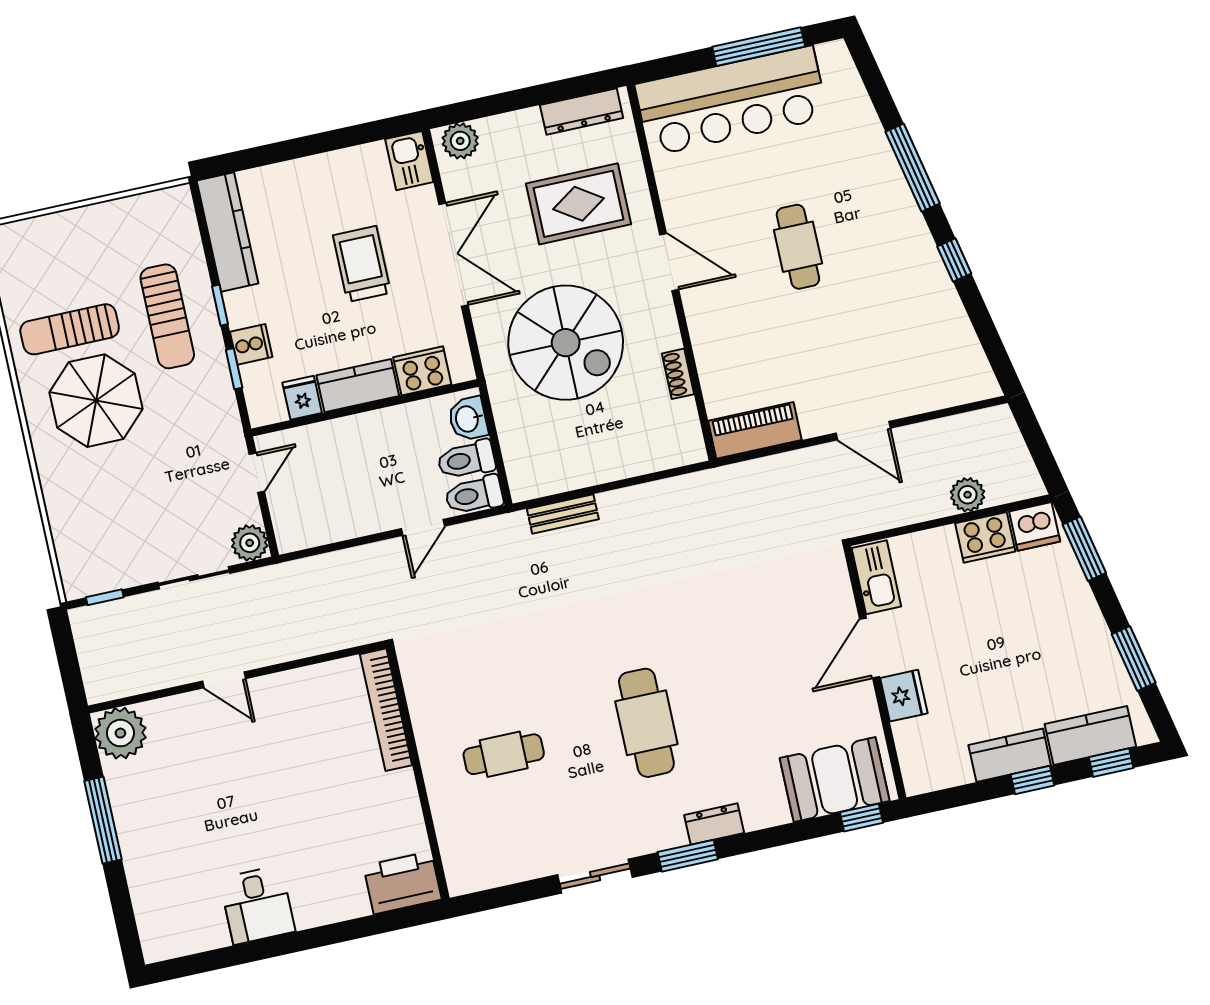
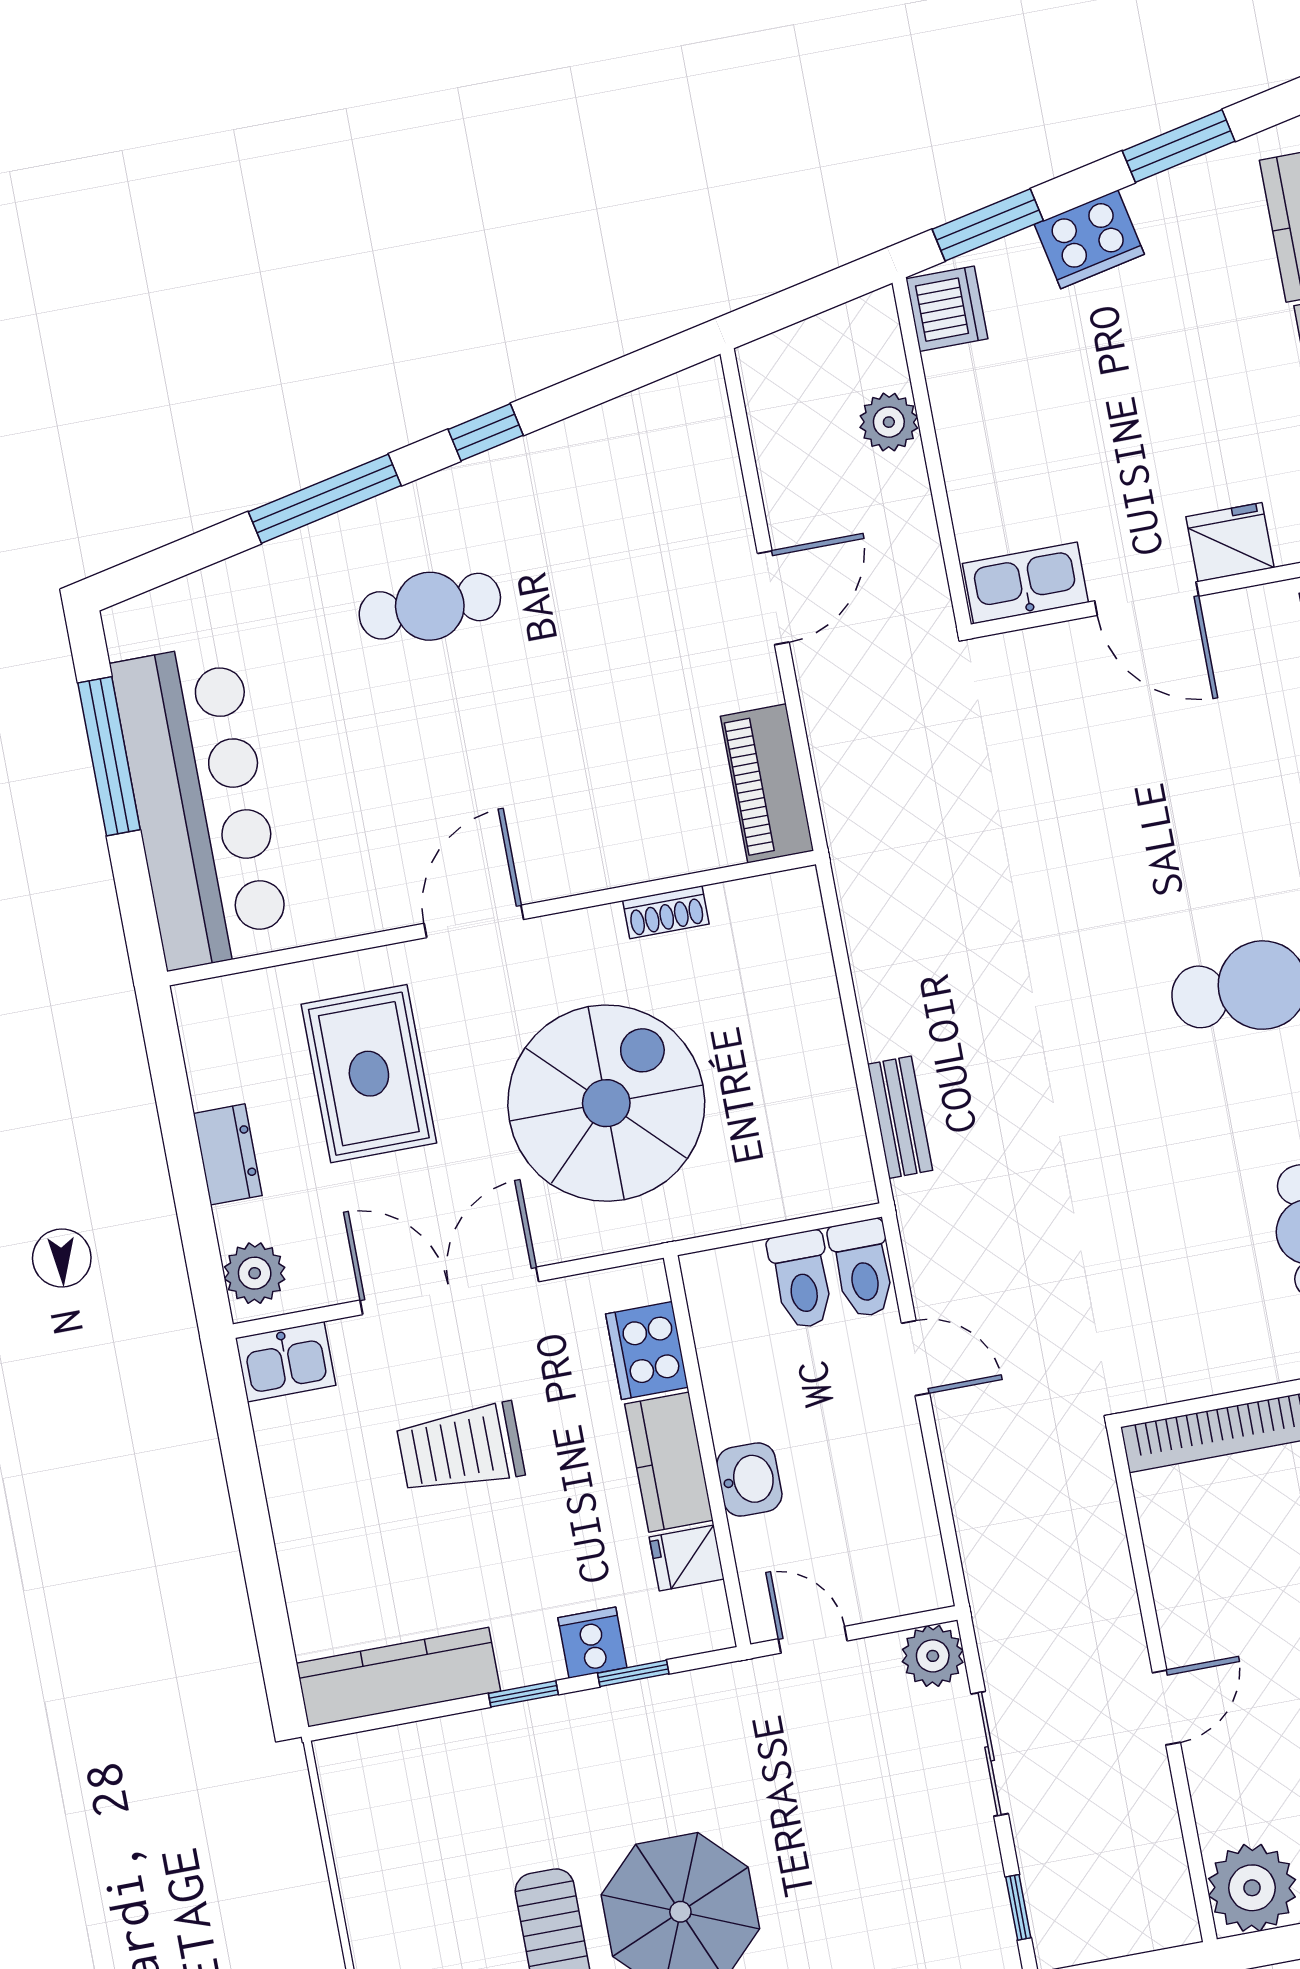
dresser: (582, 111) -> (228, 1154), moved, width x0.70
cafe table: (798, 247) -> (430, 606), moved
sun lounger: (167, 316) -> (540, 1785), removed
washbasin: (468, 419) -> (749, 1480), moved, turned -90
cooker: (985, 537) -> (1089, 239), moved, turned 78

